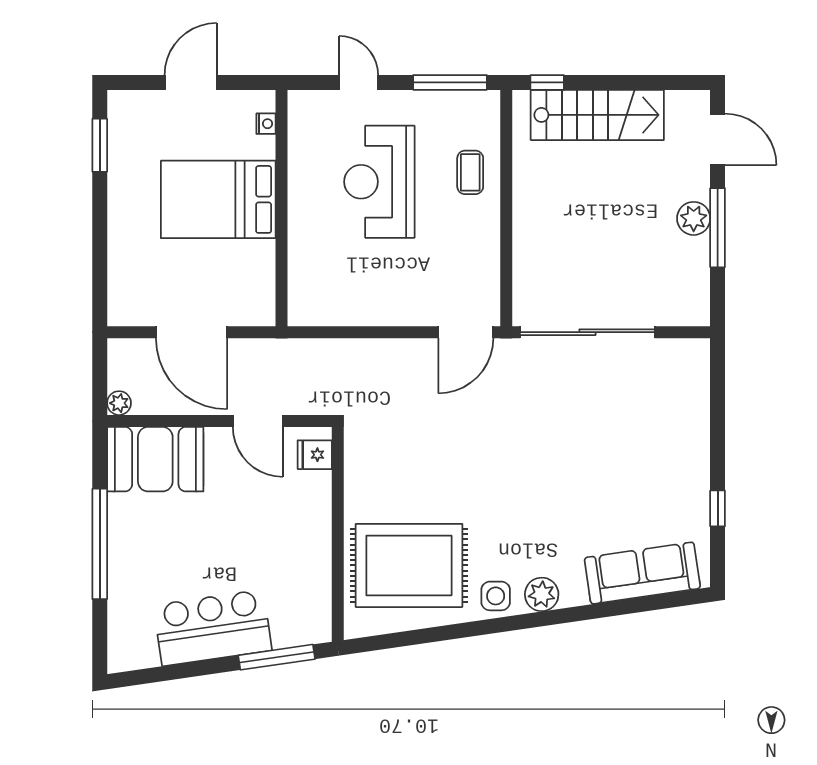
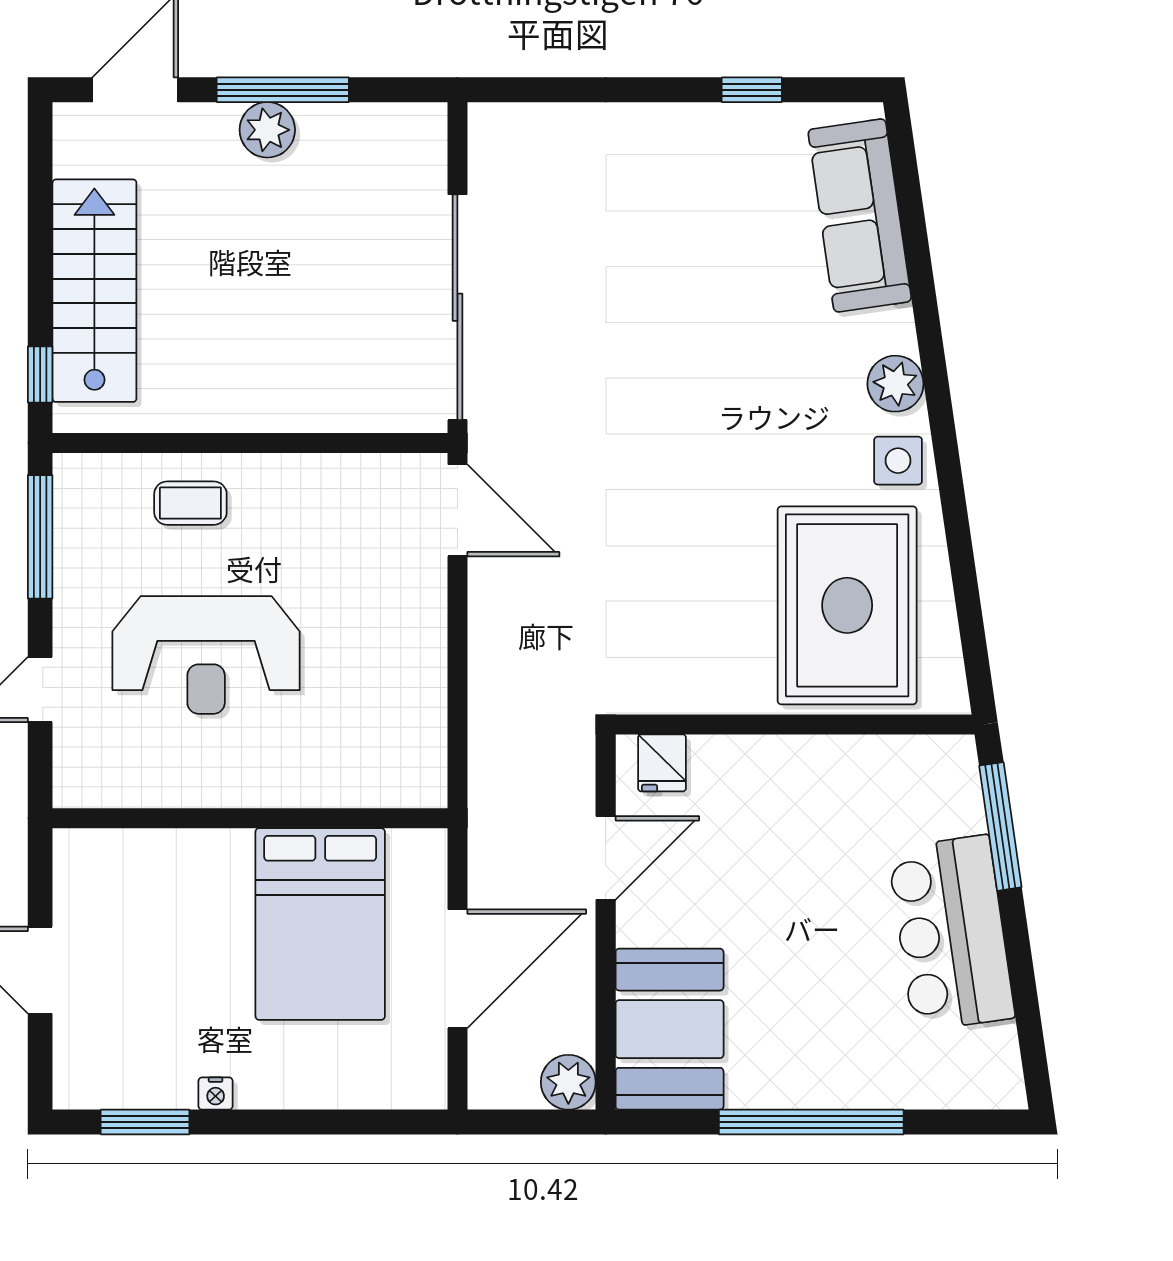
nightstand: (266, 124) -> (216, 1094), moved, turned 180
bed: (218, 199) -> (320, 924), moved
plant: (119, 403) -> (568, 1082), width x1.38, depth x1.38

